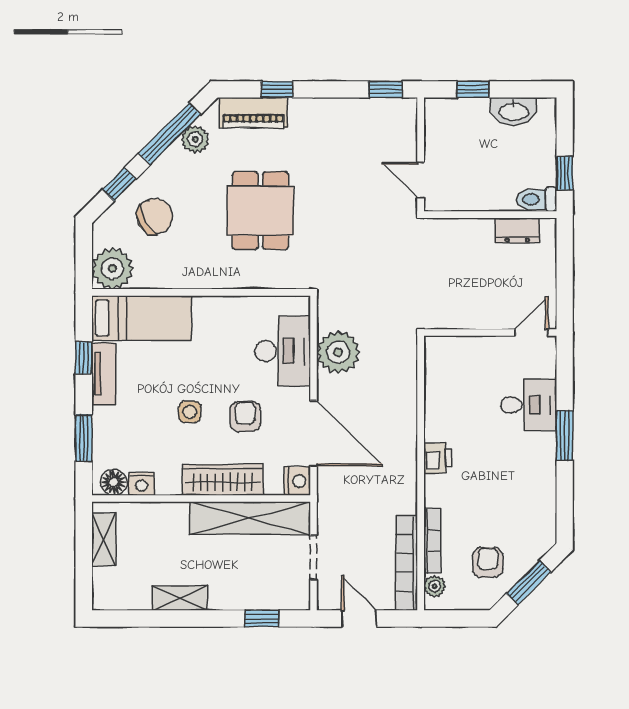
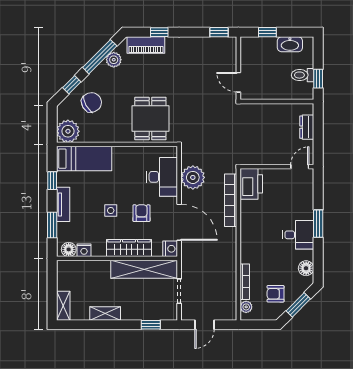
toilet: (537, 199) -> (303, 75), moved
dining table: (260, 211) -> (150, 119), moved
dresser: (517, 230) -> (307, 127), moved, turned 90
tv unit: (104, 374) -> (63, 204), moved
desk: (529, 405) -> (298, 235), moved
printer: (437, 458) -> (251, 184), moved, width x1.87, depth x1.48
floor lamp: (543, 516) -> (306, 268), added
shelving: (104, 540) -> (63, 306), moved
armchair: (488, 562) -> (276, 294), turned -90
bookcase: (407, 563) -> (231, 200), moved
door: (359, 618) -> (204, 325), swing flipped

